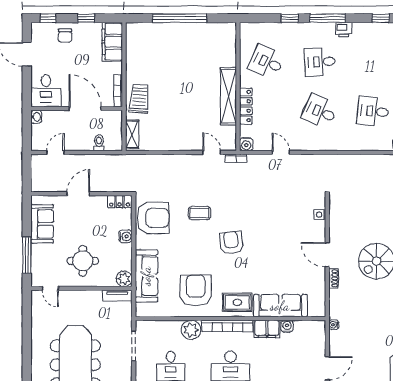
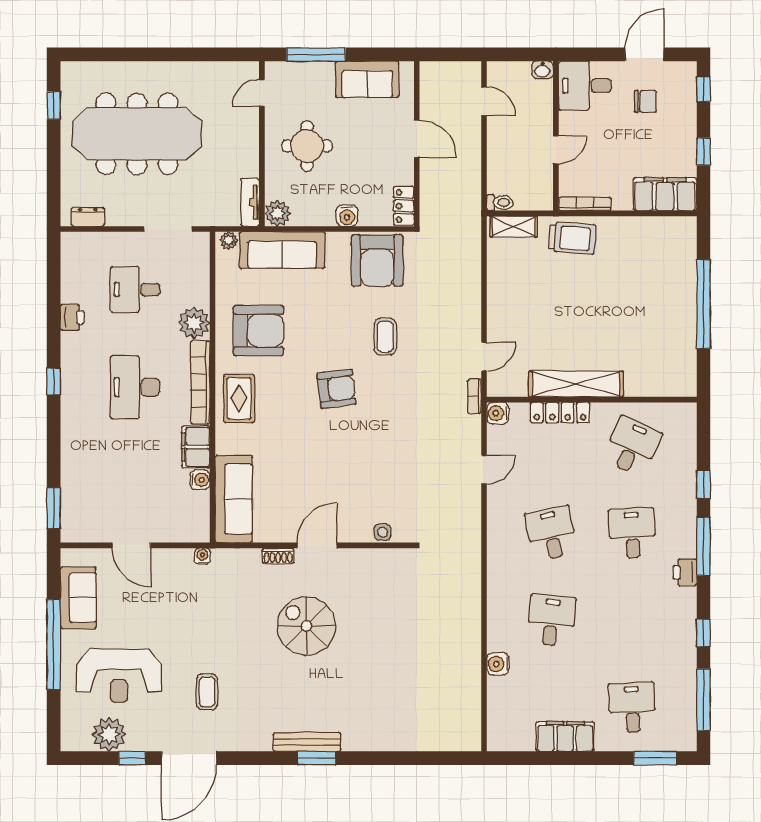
chair: (65, 36) -> (646, 101), moved, turned 180
door: (85, 109) -> (556, 150), width x0.53
desk: (320, 111) -> (551, 533), turned -36
toilet: (99, 143) -> (500, 203), moved
sofa: (280, 306) -> (234, 499), moved
plant: (141, 309) -> (229, 241), added

